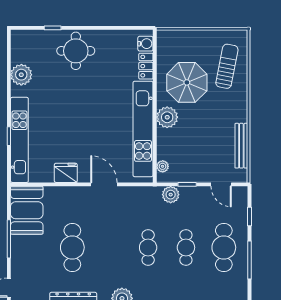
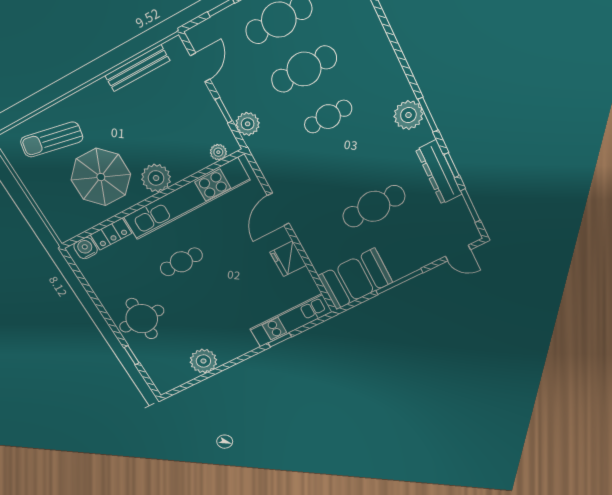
cafe table: (102, 101) -> (181, 262), added
kitchen unit: (19, 140) -> (291, 320), width x0.73
cafe table: (186, 247) -> (304, 69), width x1.37, depth x1.35

